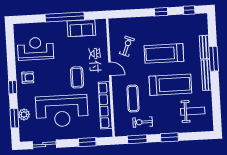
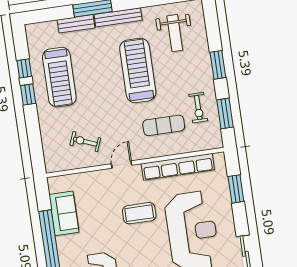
window: (189, 10) -> (24, 68), moved
treadmill: (164, 53) -> (59, 77), moved
weight bench: (193, 111) -> (175, 33), turned 180

